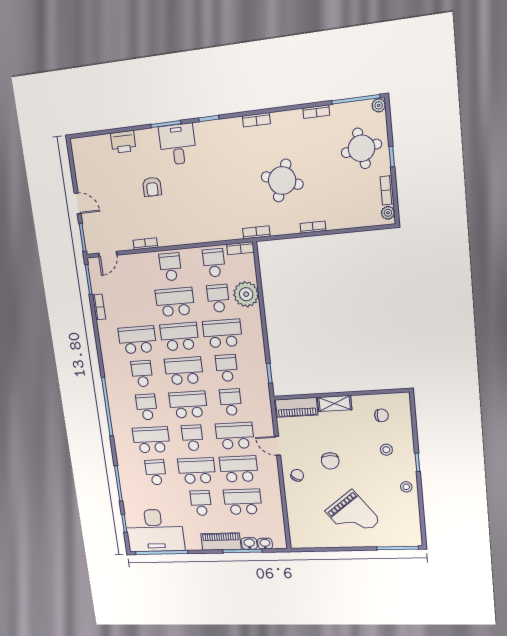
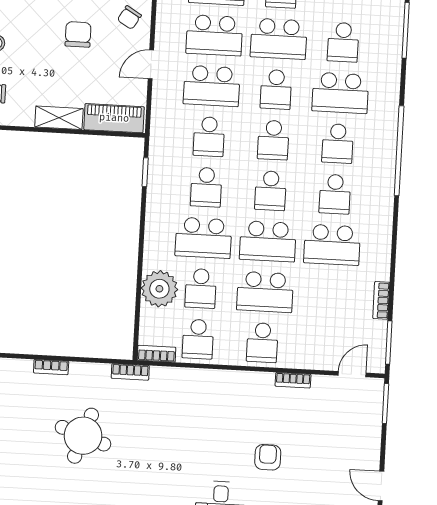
door: (78, 203) -> (381, 486), moved
school desk: (184, 371) -> (271, 191), width x0.54
school desk: (188, 405) -> (273, 140), width x0.54
door: (278, 446) -> (151, 64), swing flipped

